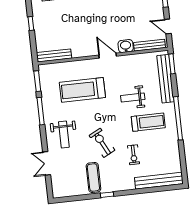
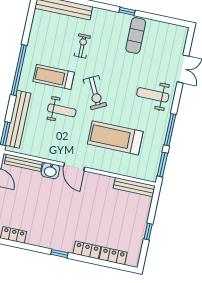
treadmill: (82, 90) -> (115, 138), turned 180
weight bench: (64, 134) -> (153, 95), turned -90
exercise bike: (102, 143) -> (95, 93), moved

